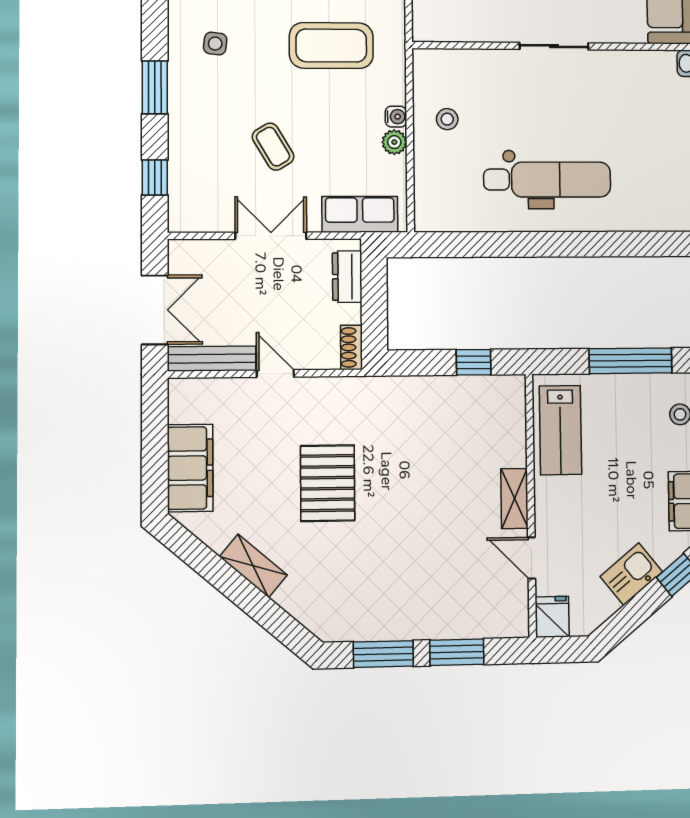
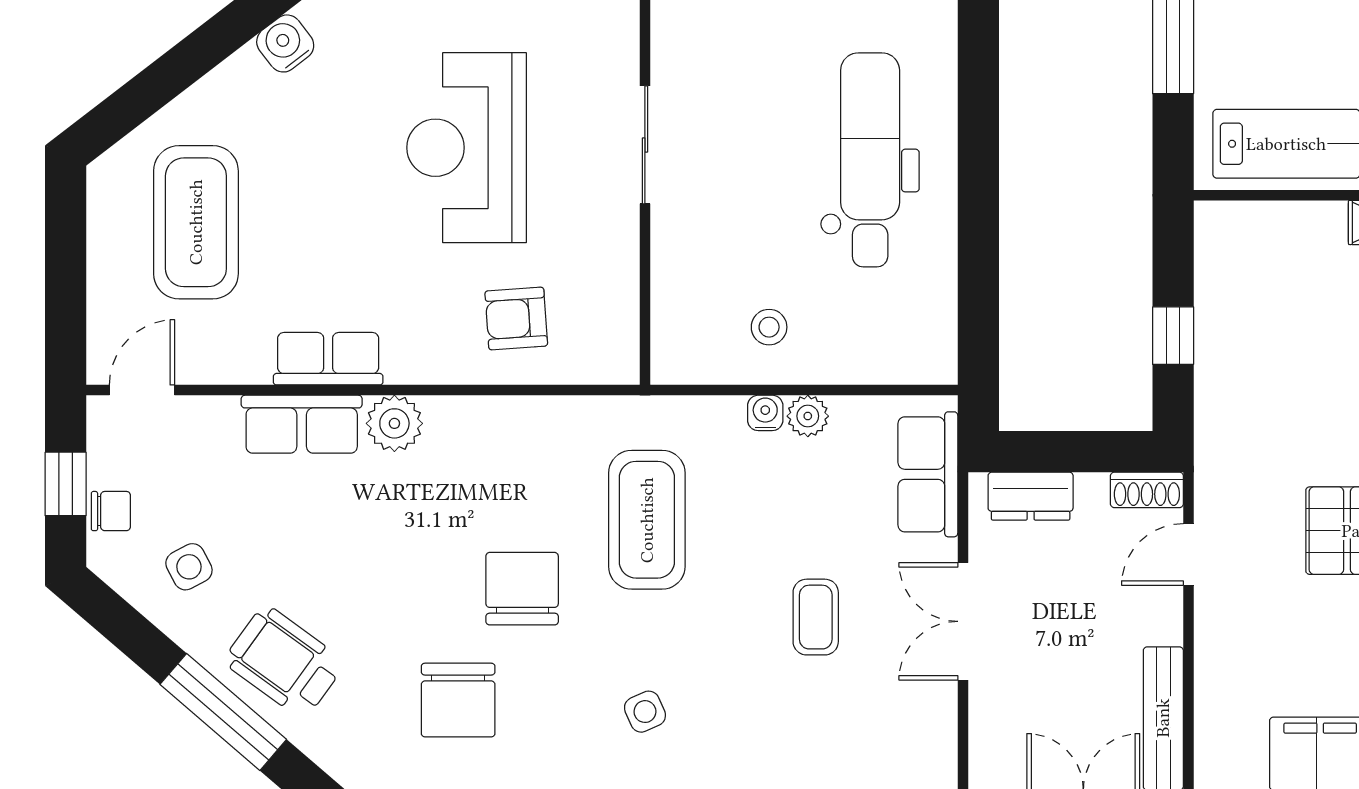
side table: (215, 44) -> (645, 712), turned -31
coffee table: (273, 147) -> (816, 617), turned -59
window: (474, 362) -> (1173, 336), moved
door: (275, 374) -> (1188, 554), moved

